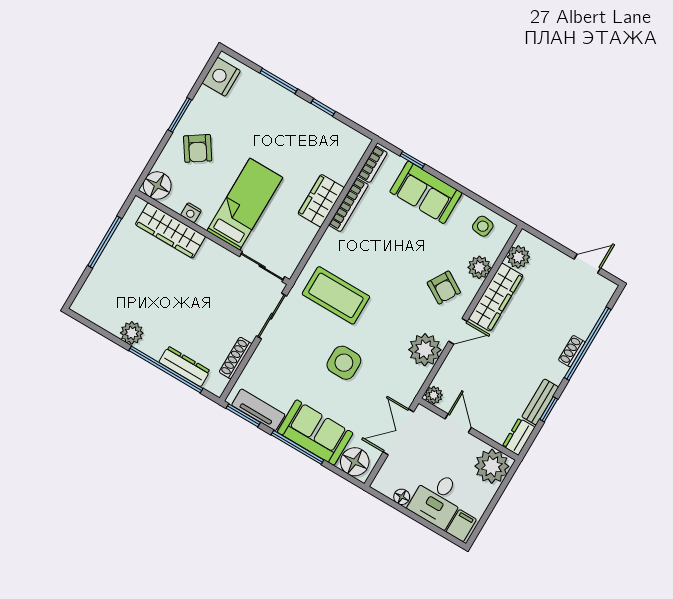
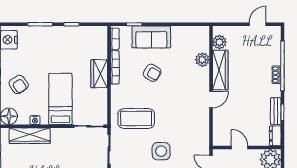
side table: (483, 226) -> (191, 37), removed
armchair: (444, 288) -> (152, 73), moved
plant: (425, 350) -> (199, 119), removed
plant: (434, 395) -> (218, 140), removed

